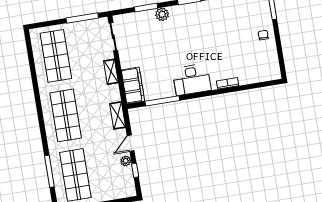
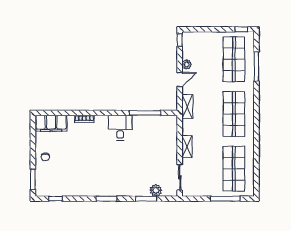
plant: (162, 14) -> (156, 190), moved
window: (82, 18) -> (225, 199), moved
desk: (192, 80) -> (120, 128), width x0.73
filing cabinet: (133, 86) -> (51, 123), moved, turned -90
window: (135, 170) -> (180, 40), moved

